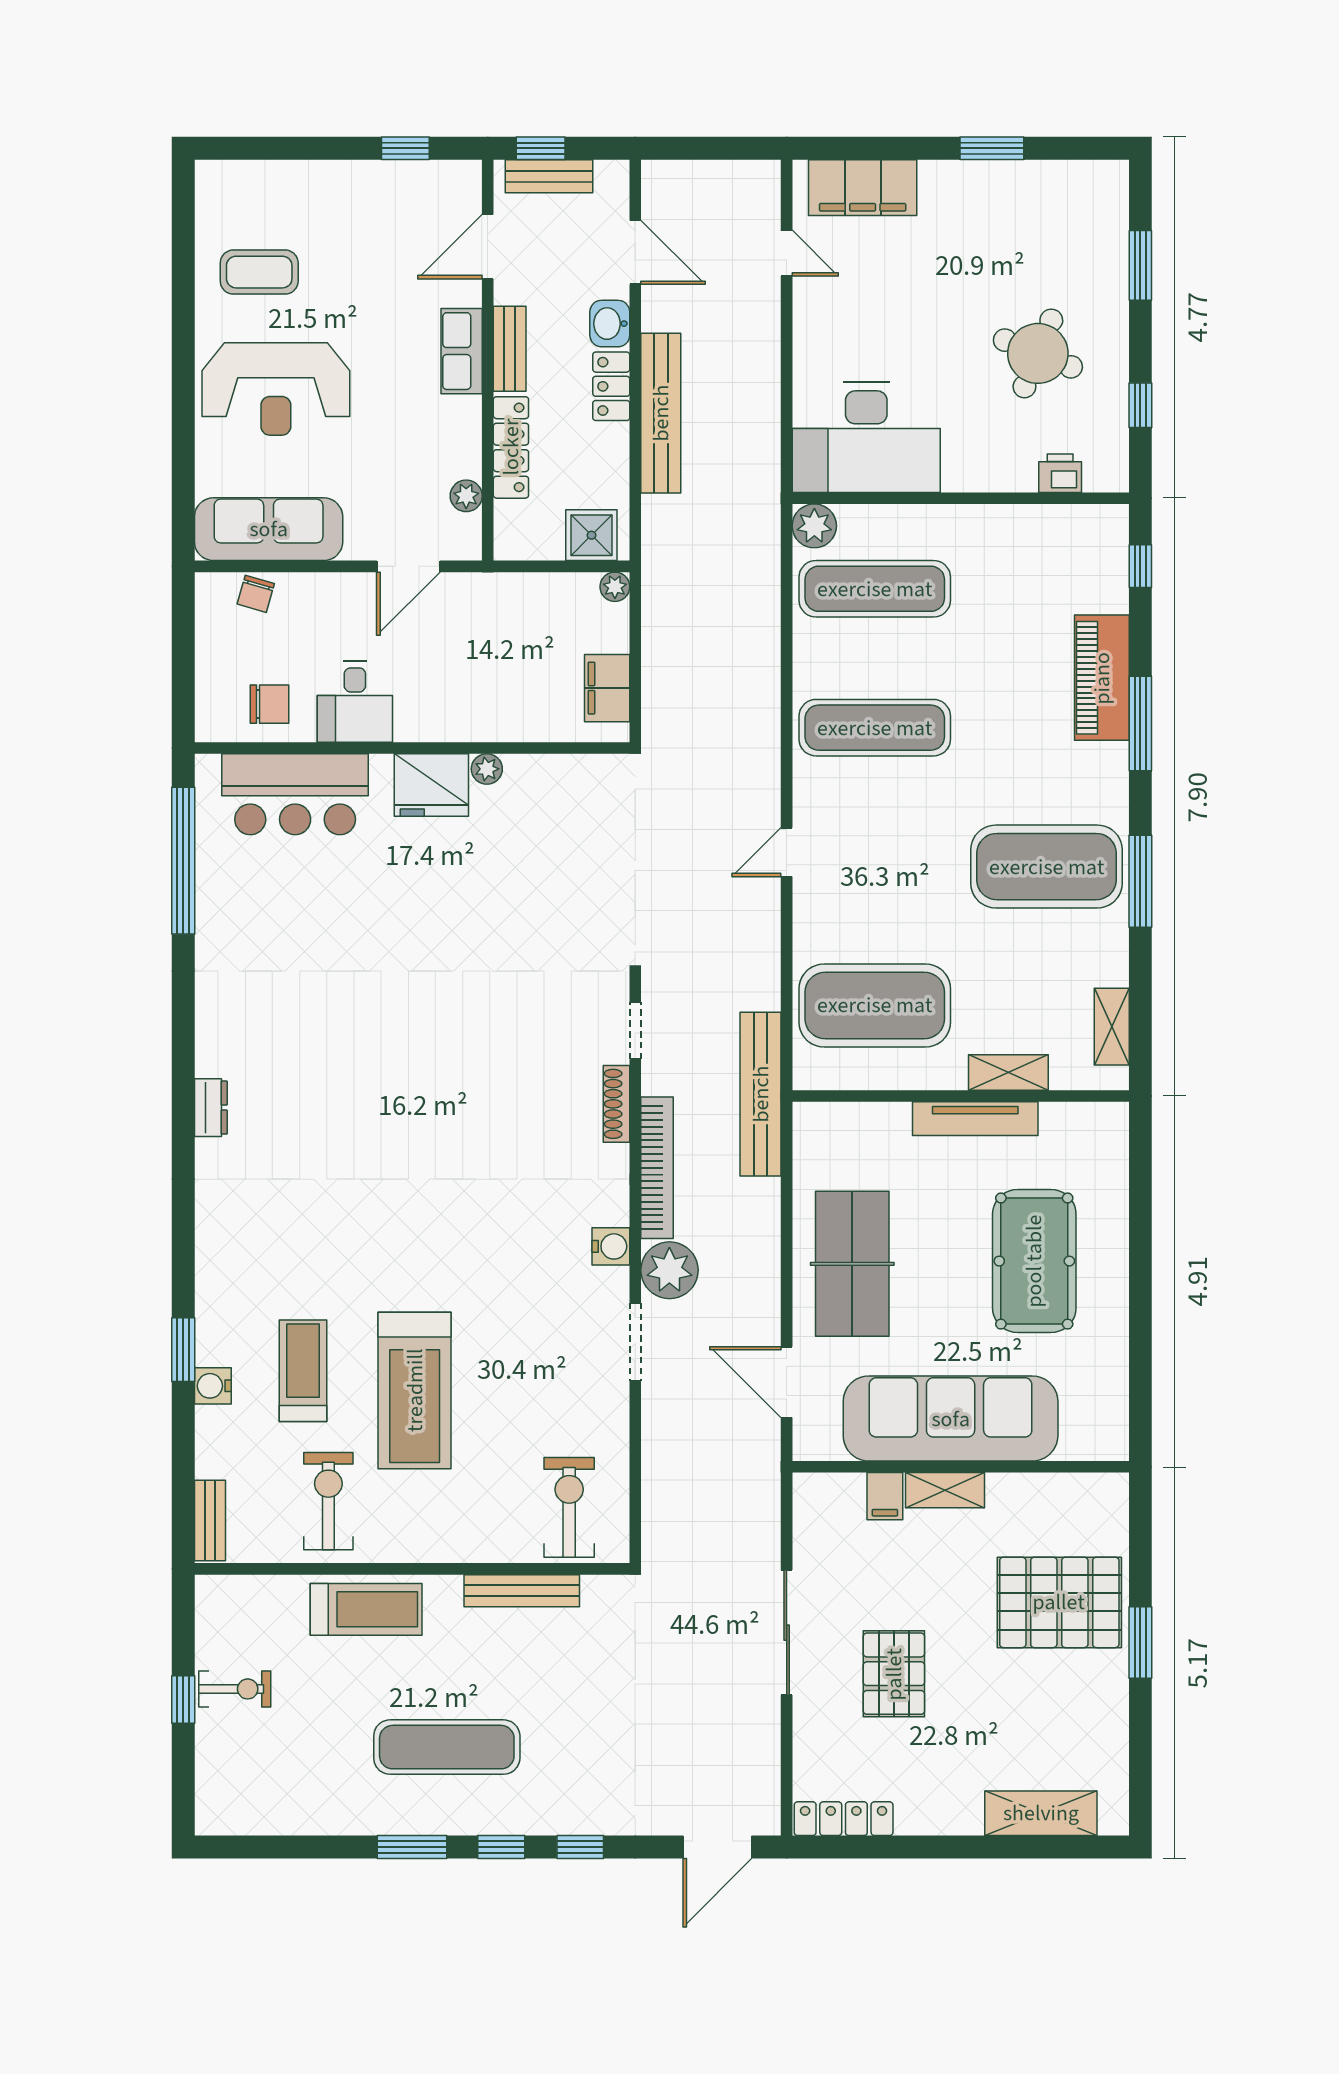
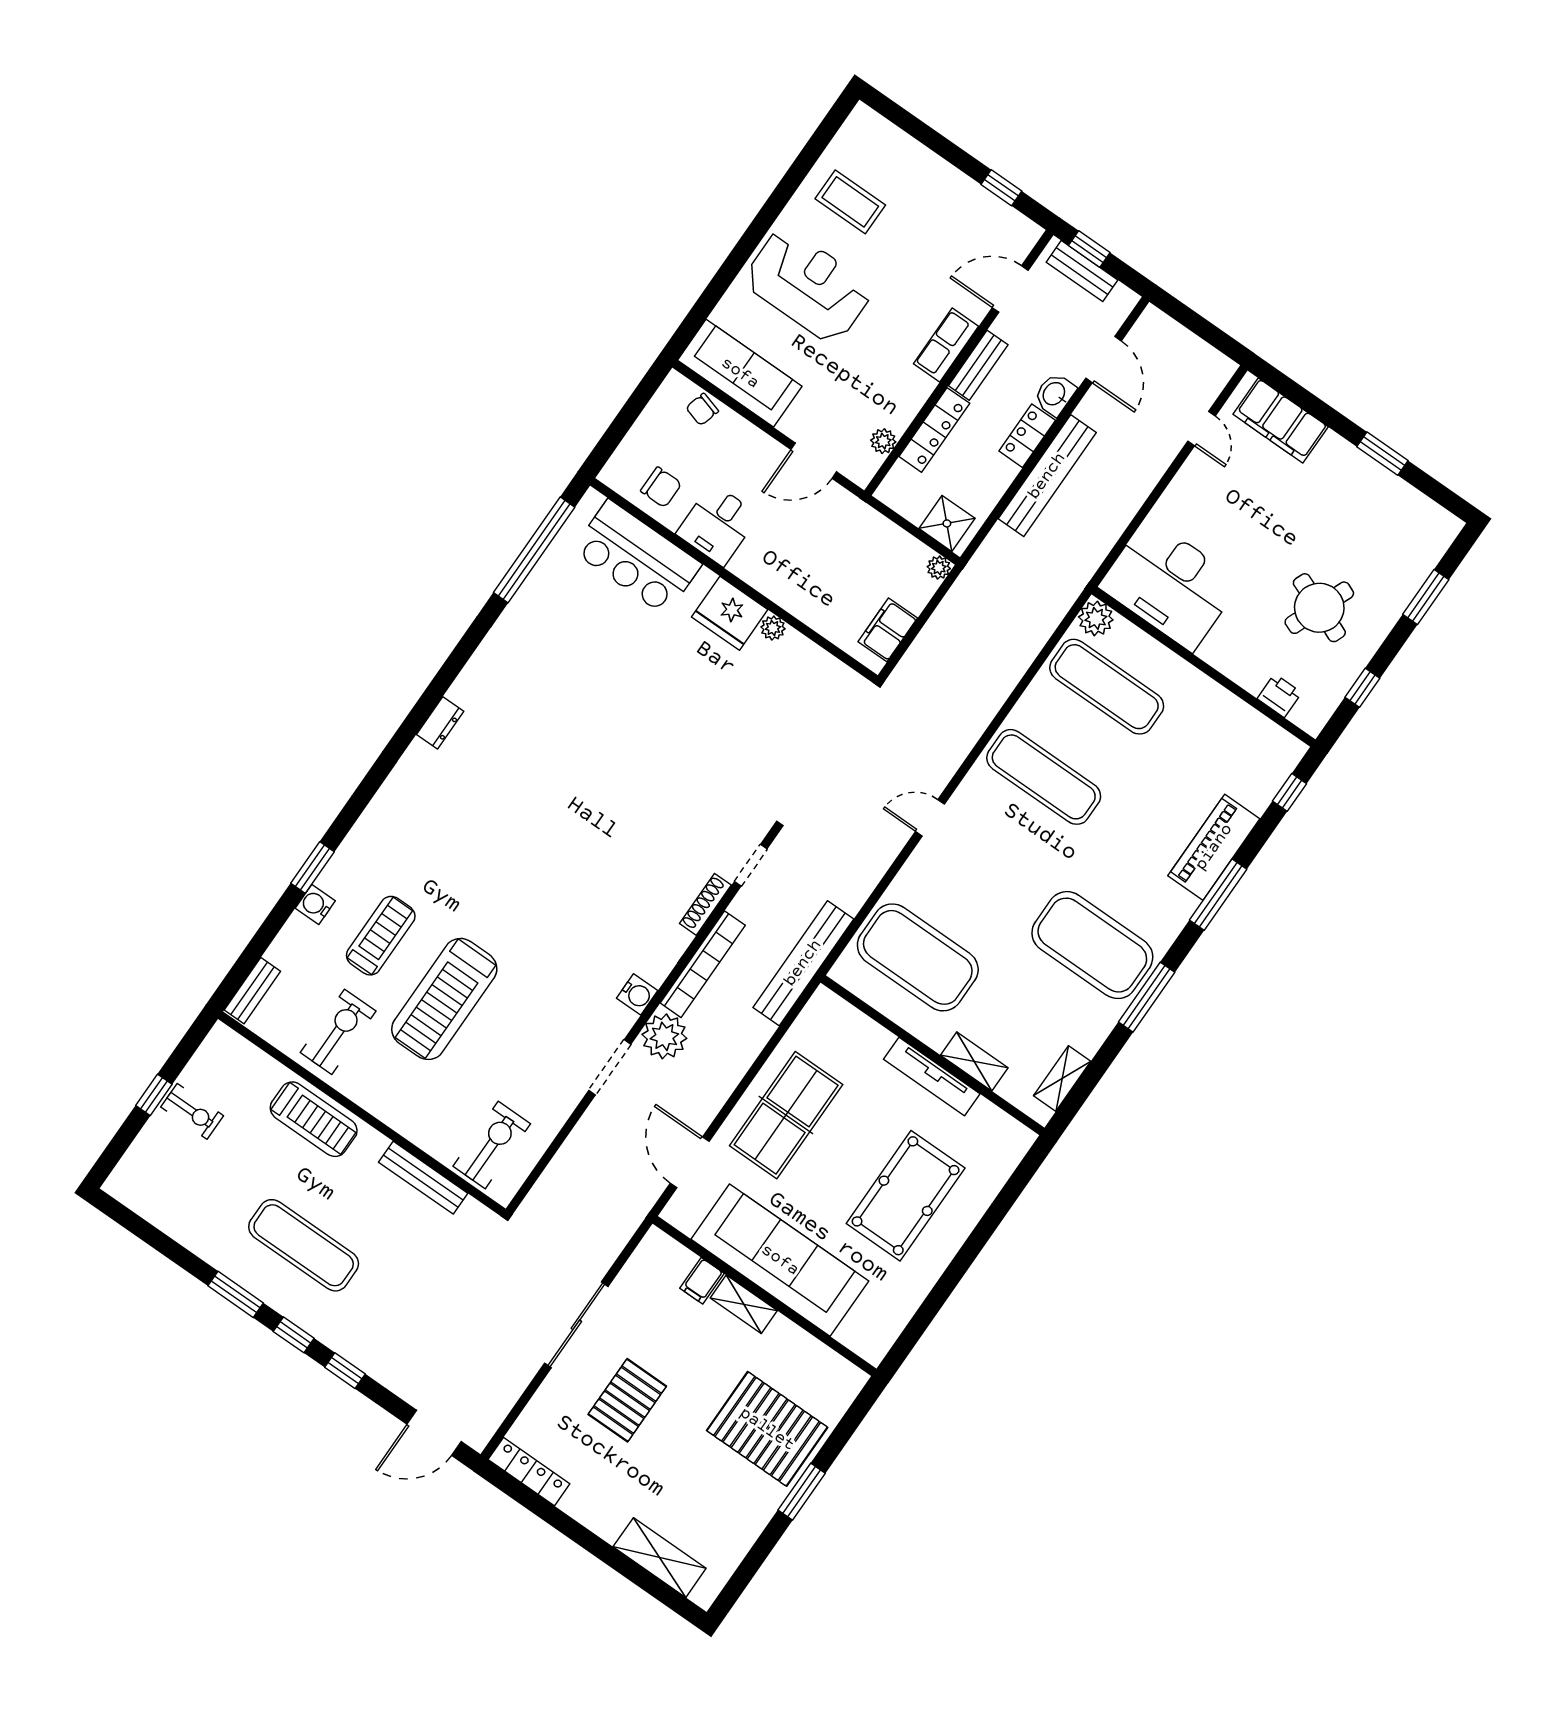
reception desk: (276, 389) -> (808, 285), turned 180

